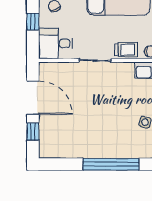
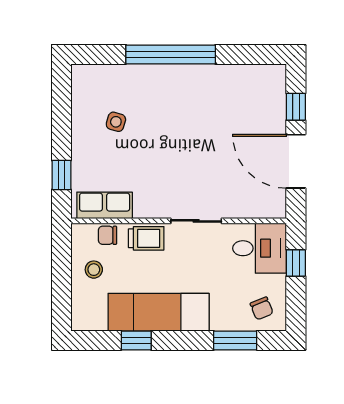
window: (33, 22) -> (296, 263), moved
trolley: (126, 50) -> (146, 238), turned 180

